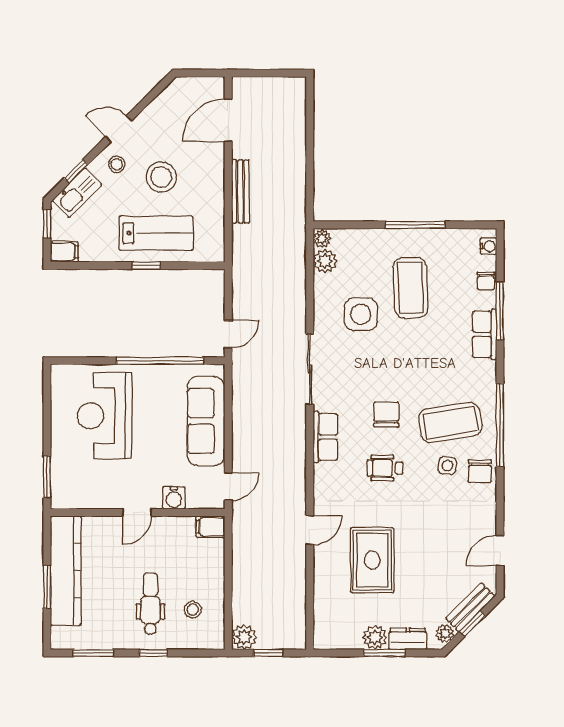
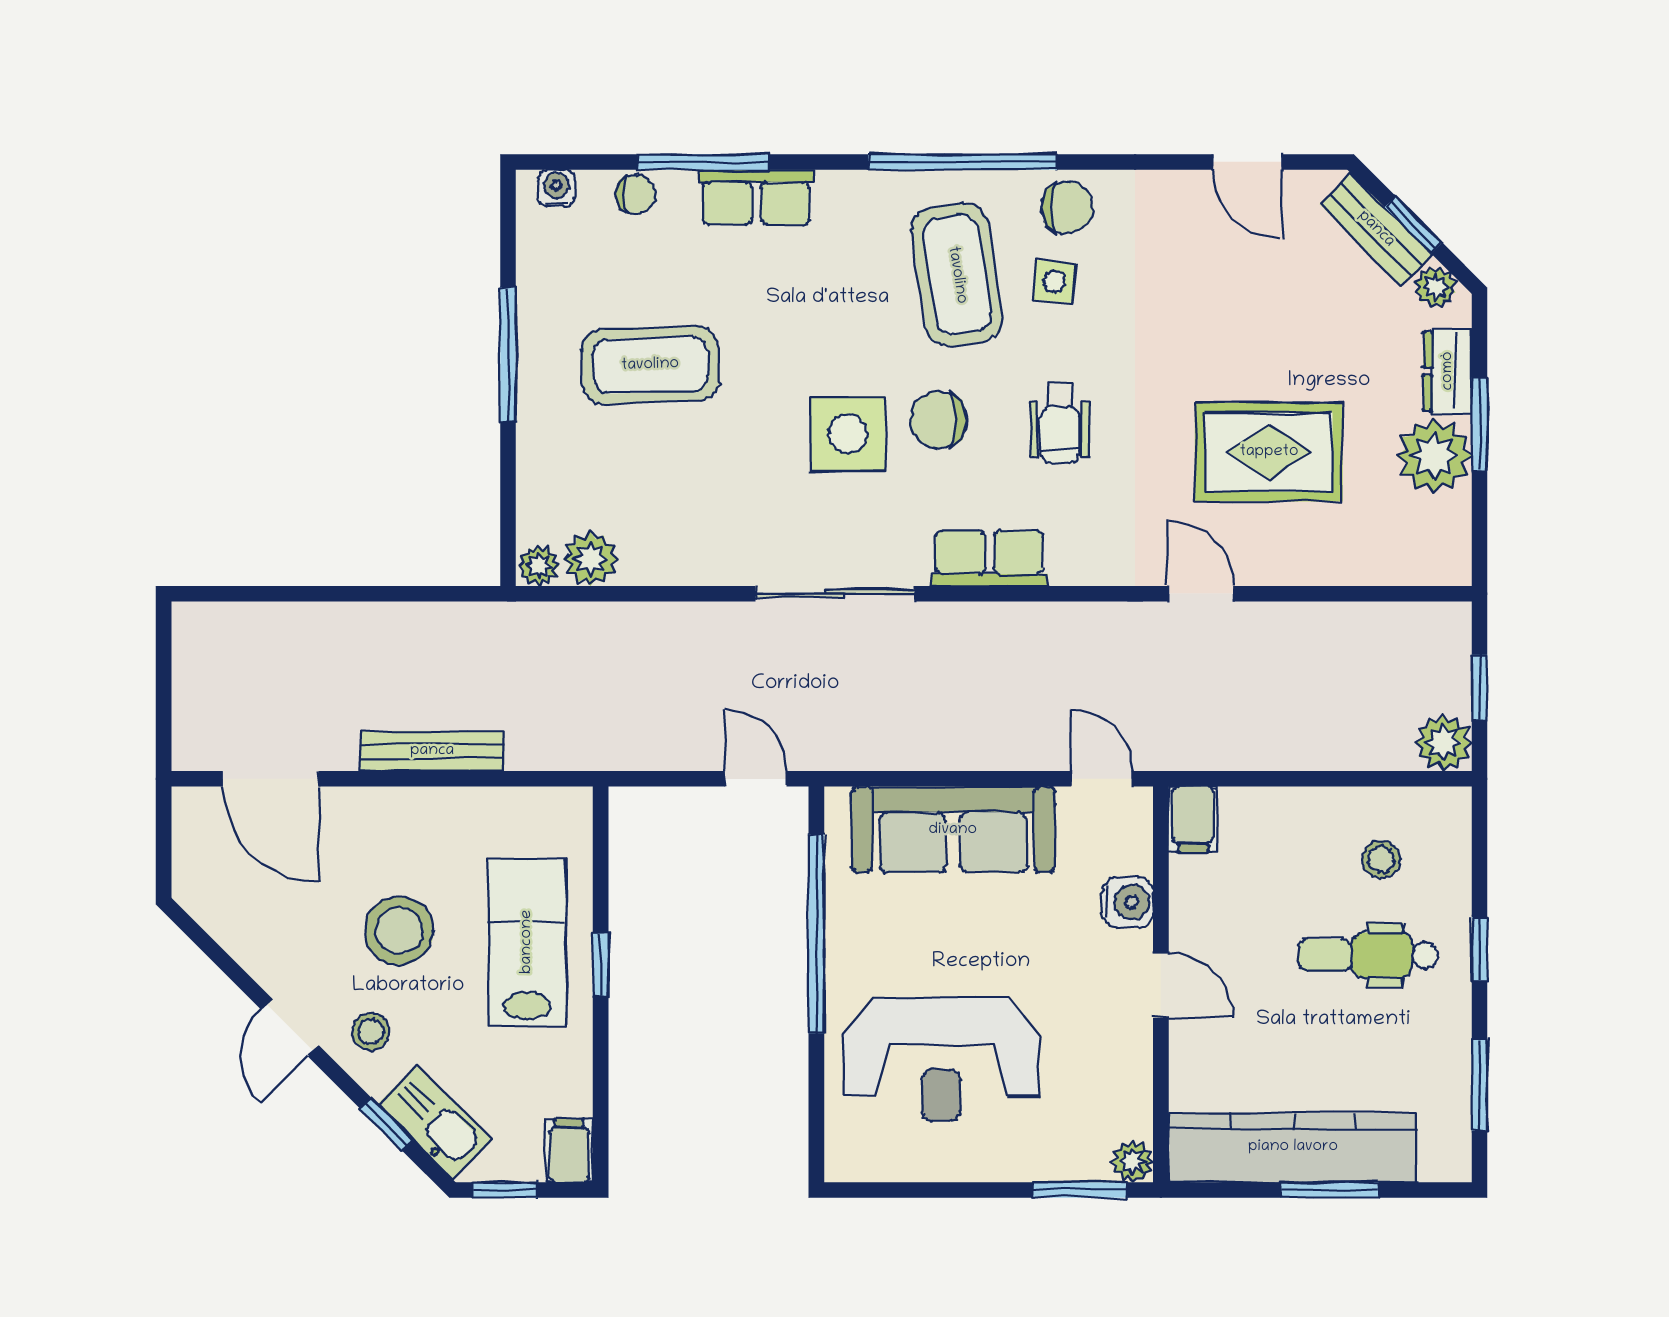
side table: (361, 314) -> (848, 434), moved
plant: (59, 500) -> (1132, 1162), added
plant: (375, 637) -> (1434, 456), width x1.36, depth x1.36

